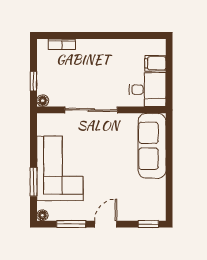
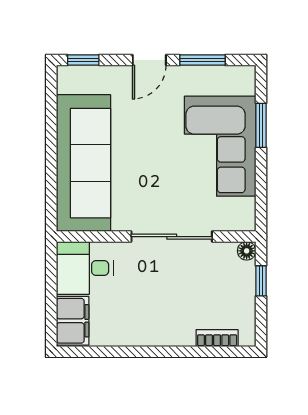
filing cabinet: (155, 63) -> (73, 321), width x2.00
sofa: (152, 146) -> (83, 163), width x1.36, depth x1.27
floor lamp: (42, 215) -> (247, 74), removed

